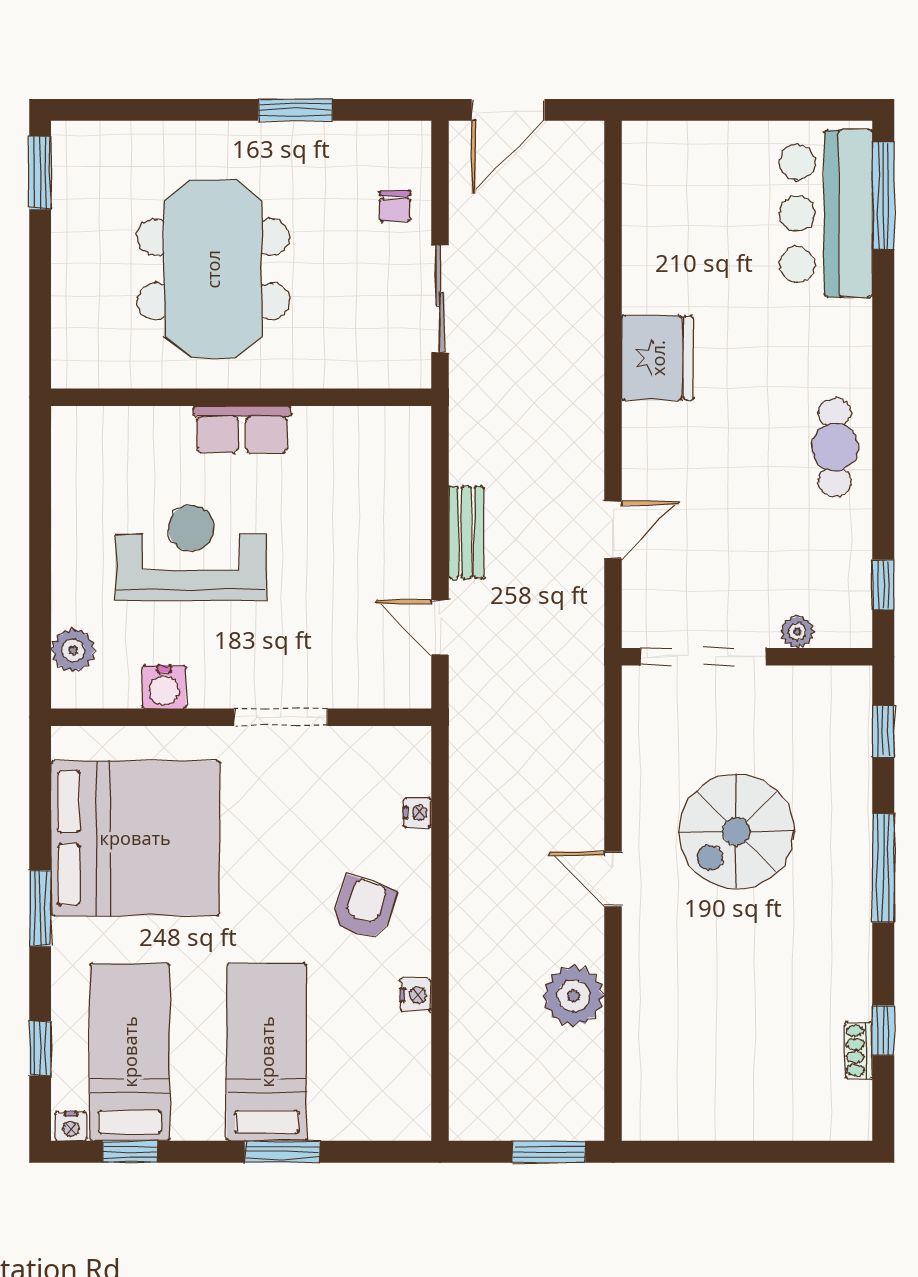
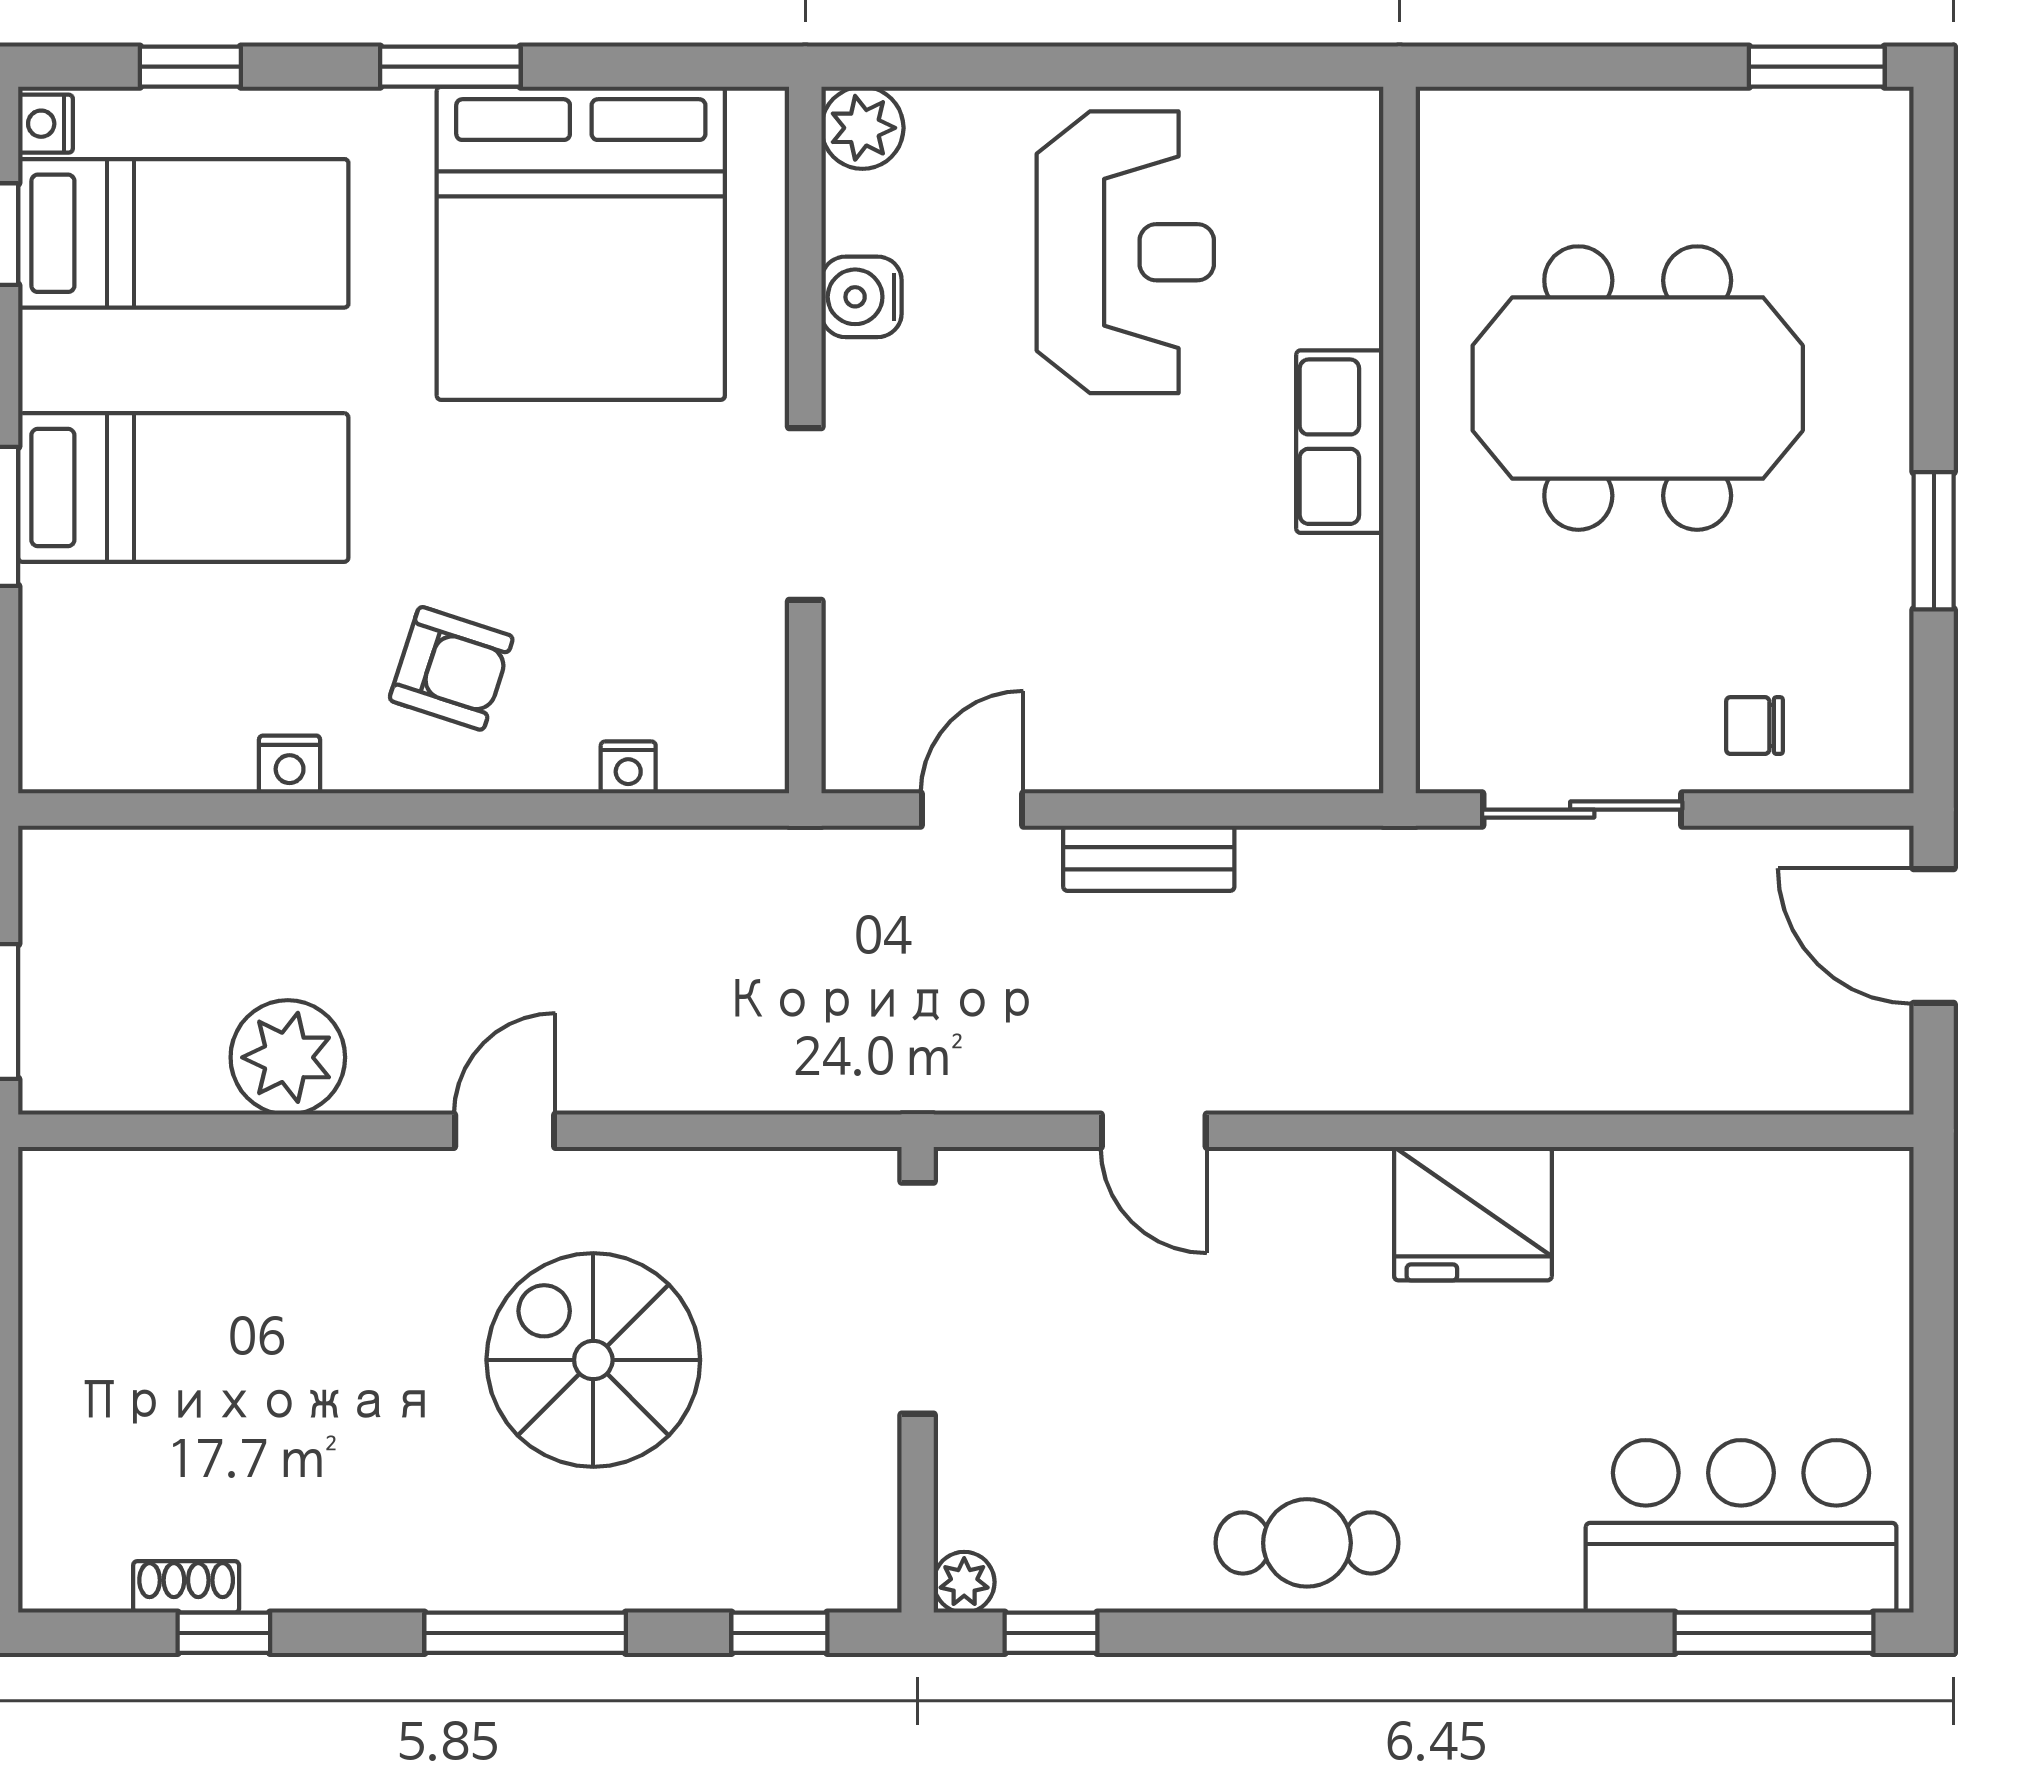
reception desk: (191, 553) -> (1125, 252), moved
plant: (797, 632) -> (964, 1582), moved
plant: (73, 650) -> (862, 128), moved

